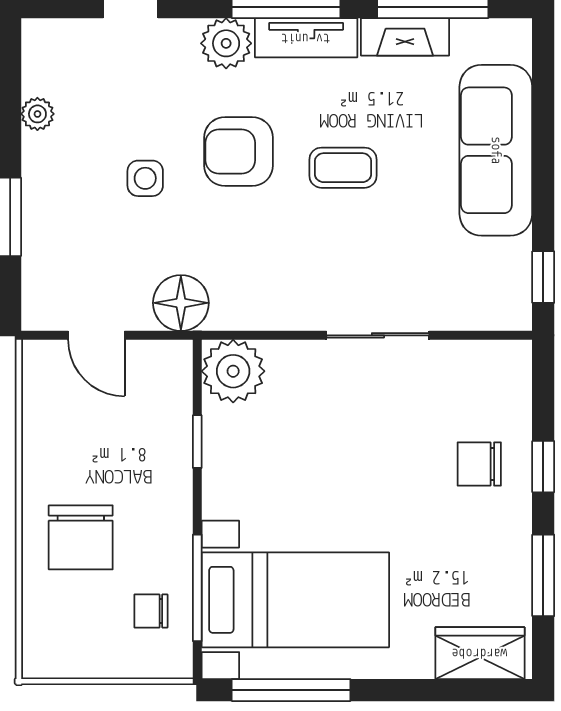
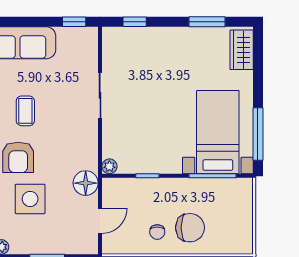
side table: (145, 178) -> (30, 199), width x1.87, depth x1.87
plant: (233, 371) -> (109, 166), width x0.53, depth x0.53
chair: (479, 464) -> (157, 50), removed
window: (543, 467) -> (135, 22), moved
chair: (151, 611) -> (157, 232), moved

